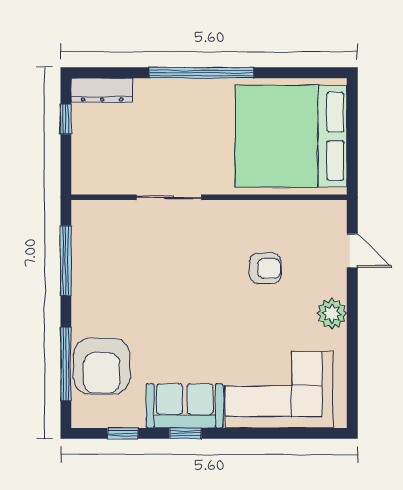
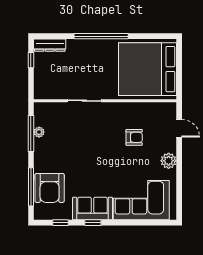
plant: (81, 258) -> (39, 132), added

